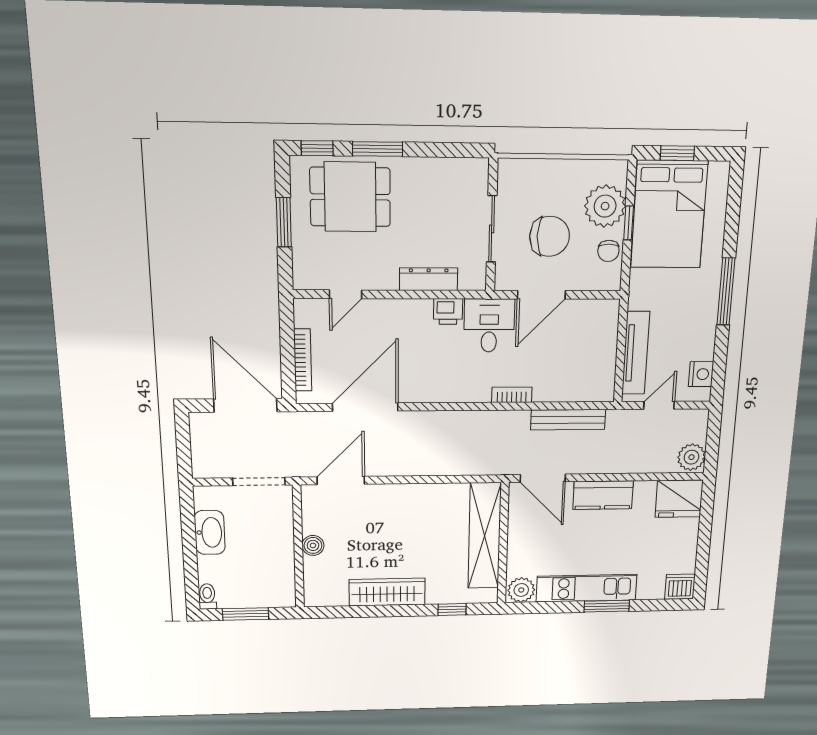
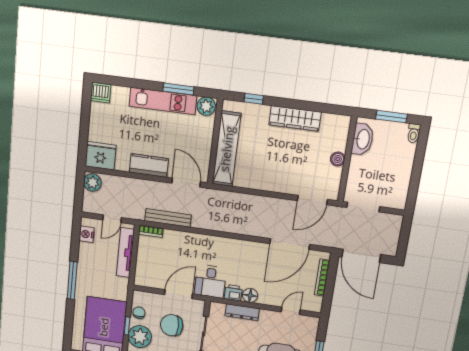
floor lamp: (419, 311) -> (250, 295), added
bookcase: (512, 395) -> (151, 231), moved
washbasin: (210, 532) -> (363, 139), moved, turned 180
window: (607, 606) -> (178, 89), moved

